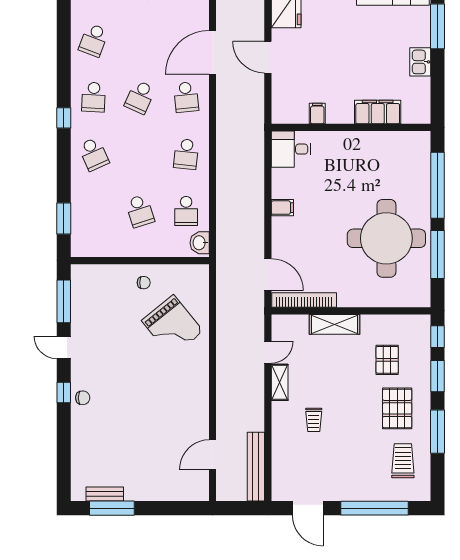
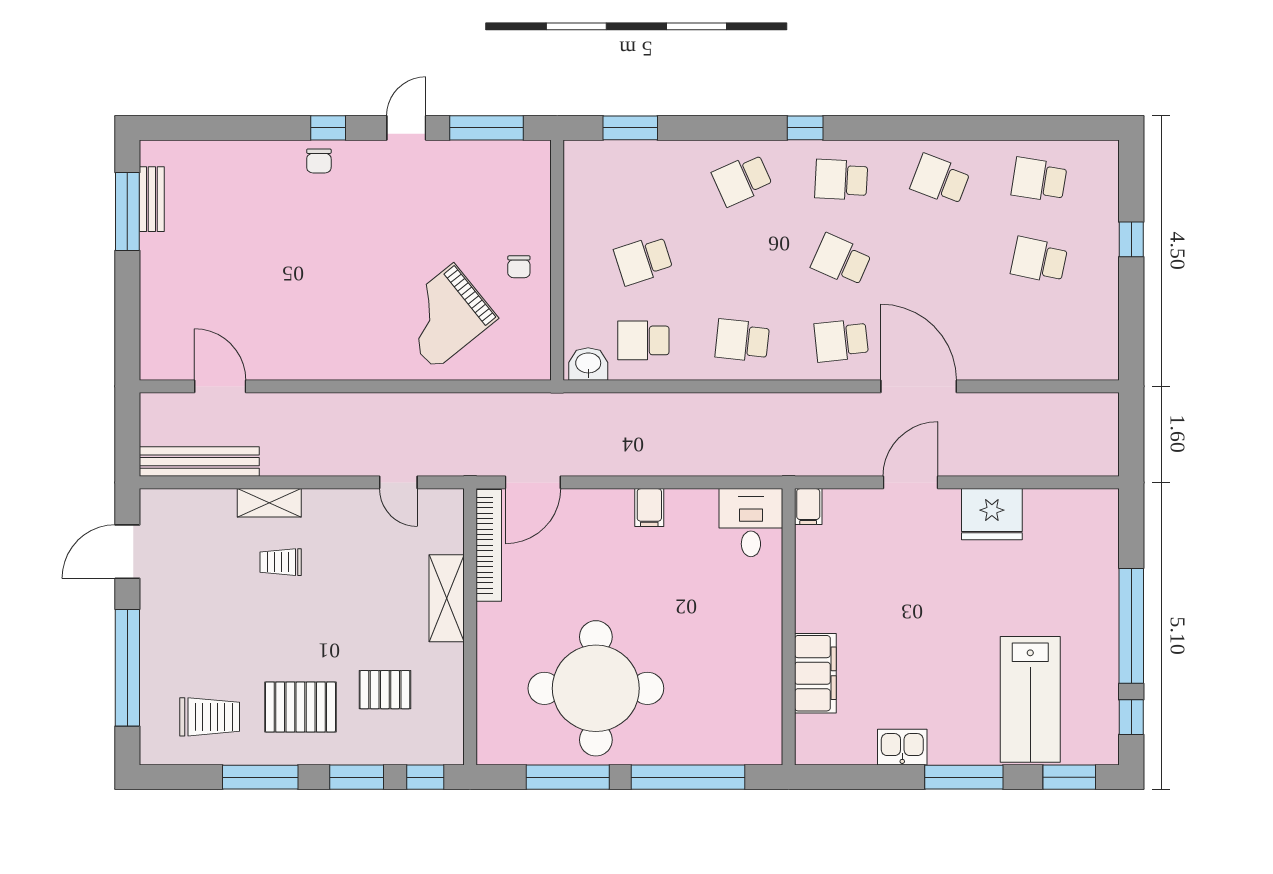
filing cabinet: (317, 113) -> (808, 507), moved, turned 90
shelving: (280, 382) -> (269, 503), moved

